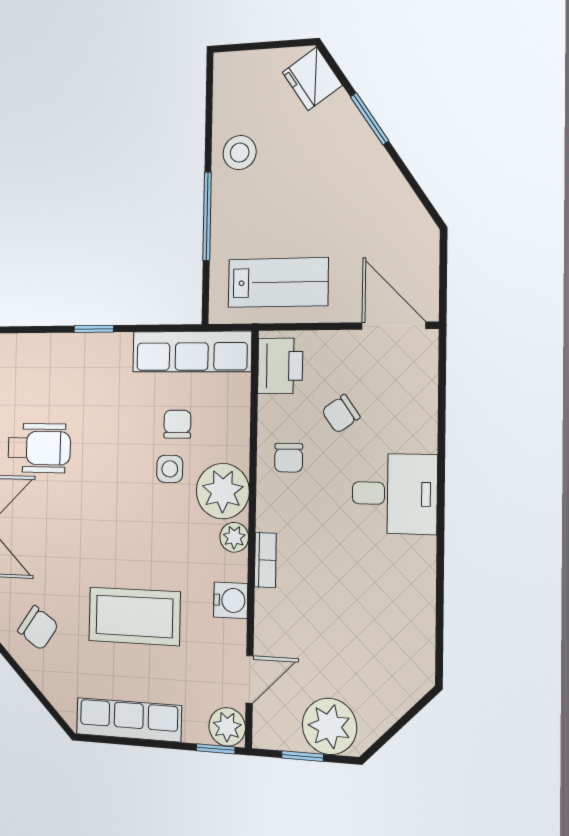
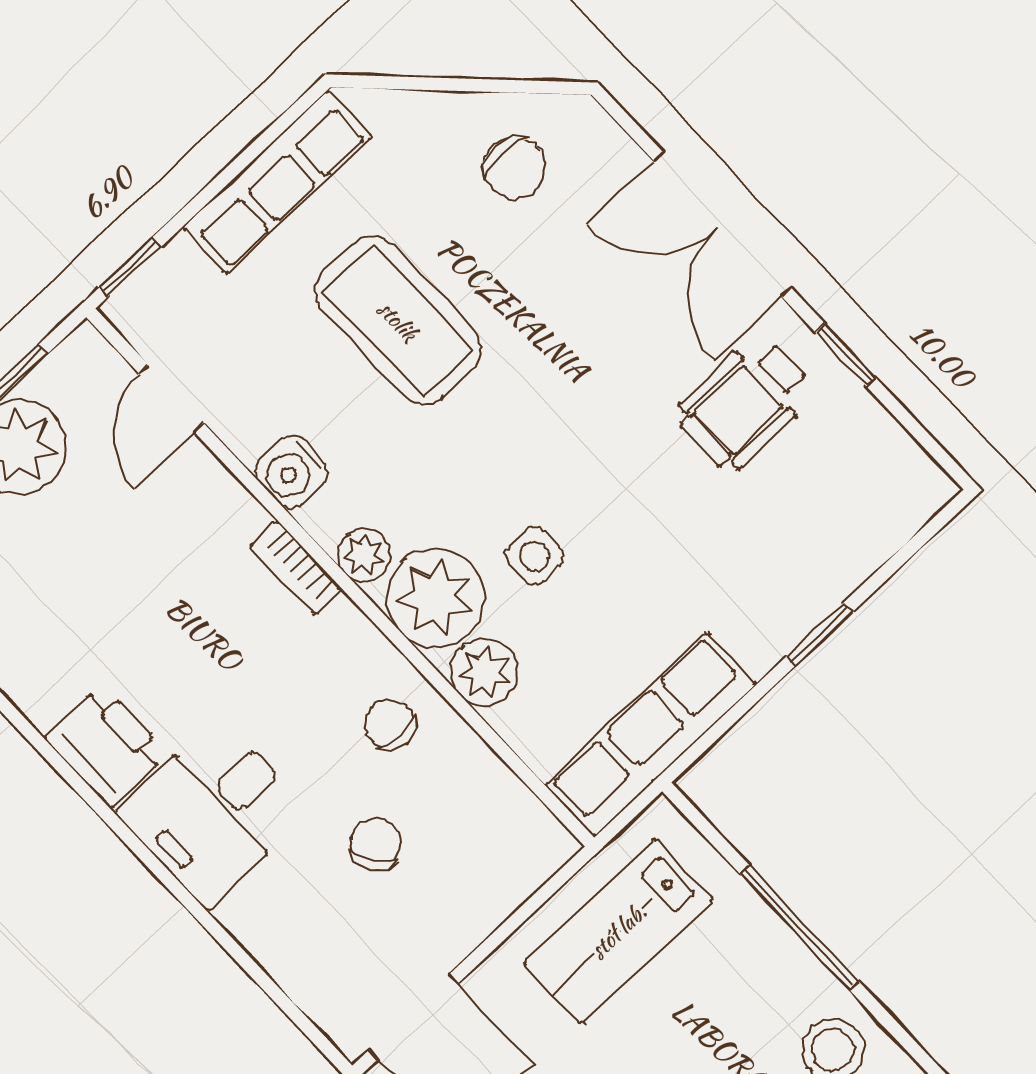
printer: (280, 366) -> (106, 746), moved, turned 180
chair: (177, 424) -> (580, 623), removed
coffee table: (134, 616) -> (398, 321), turned 90
chair: (38, 628) -> (515, 168), turned -124
plant: (227, 727) -> (484, 672), moved

